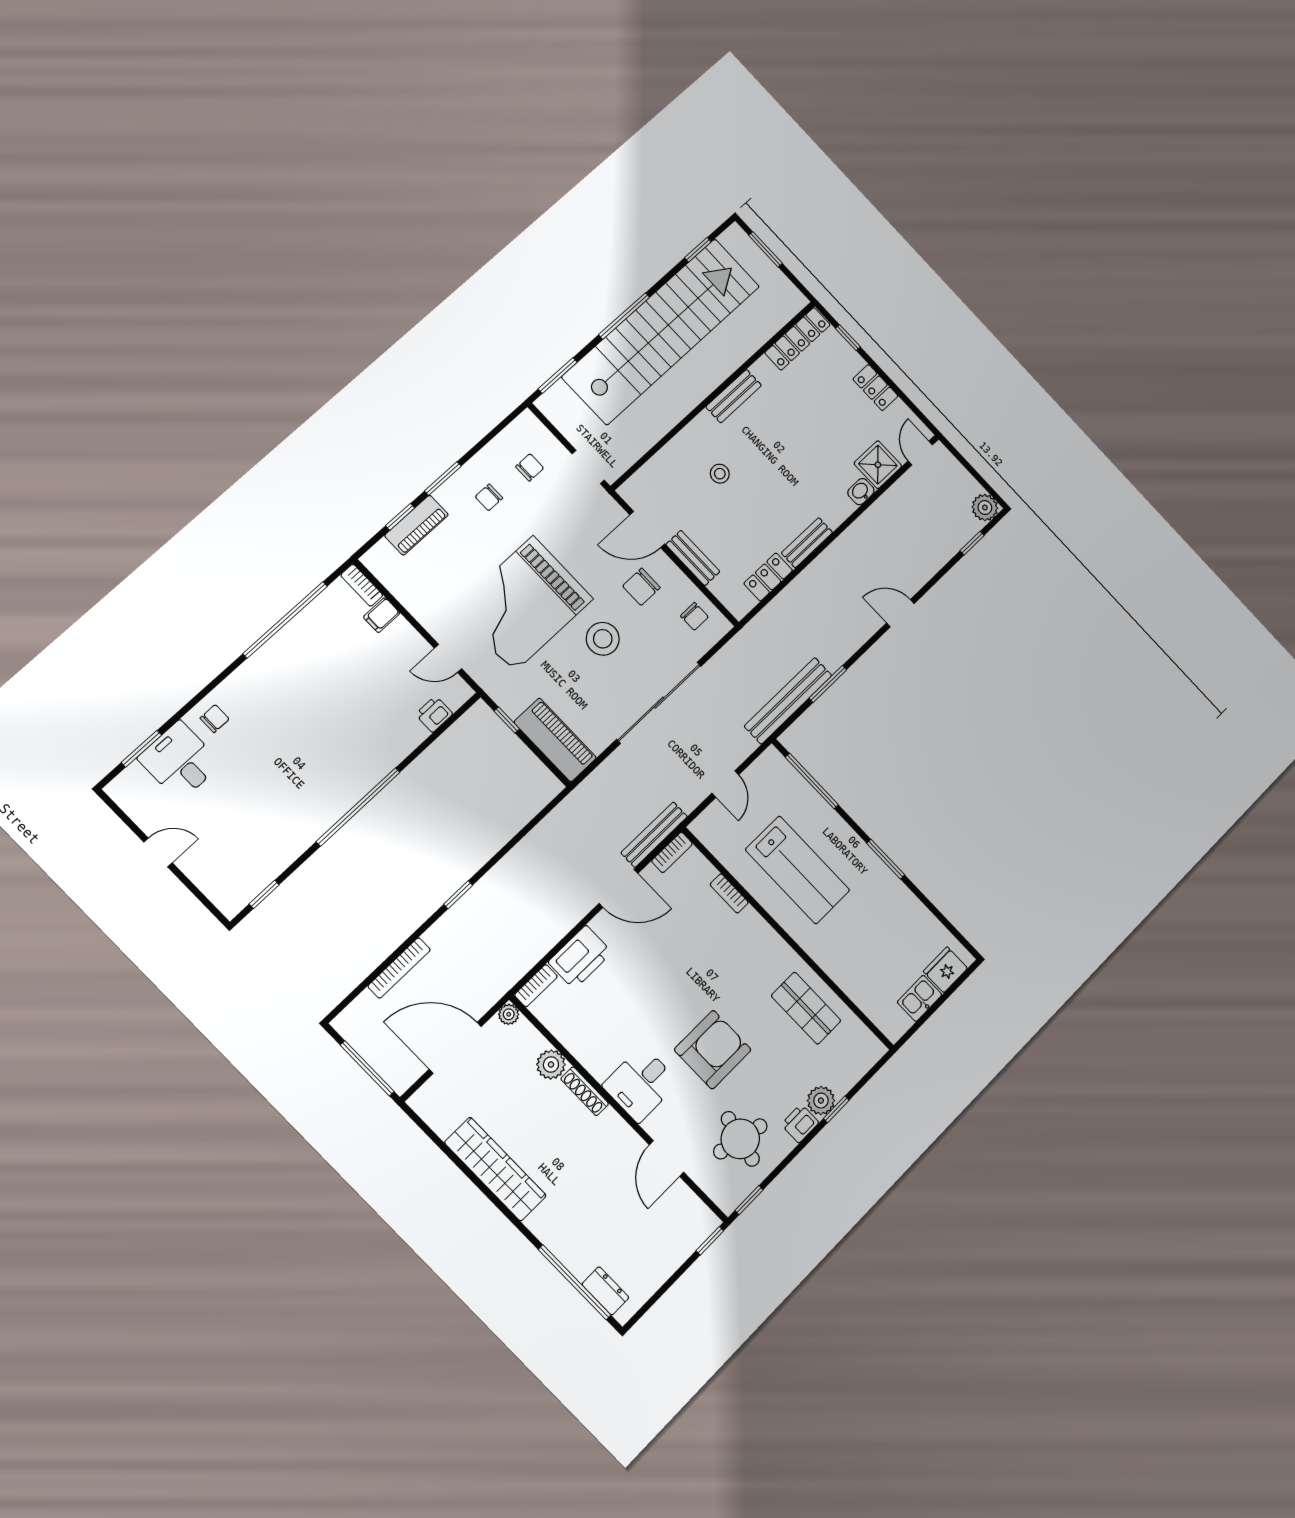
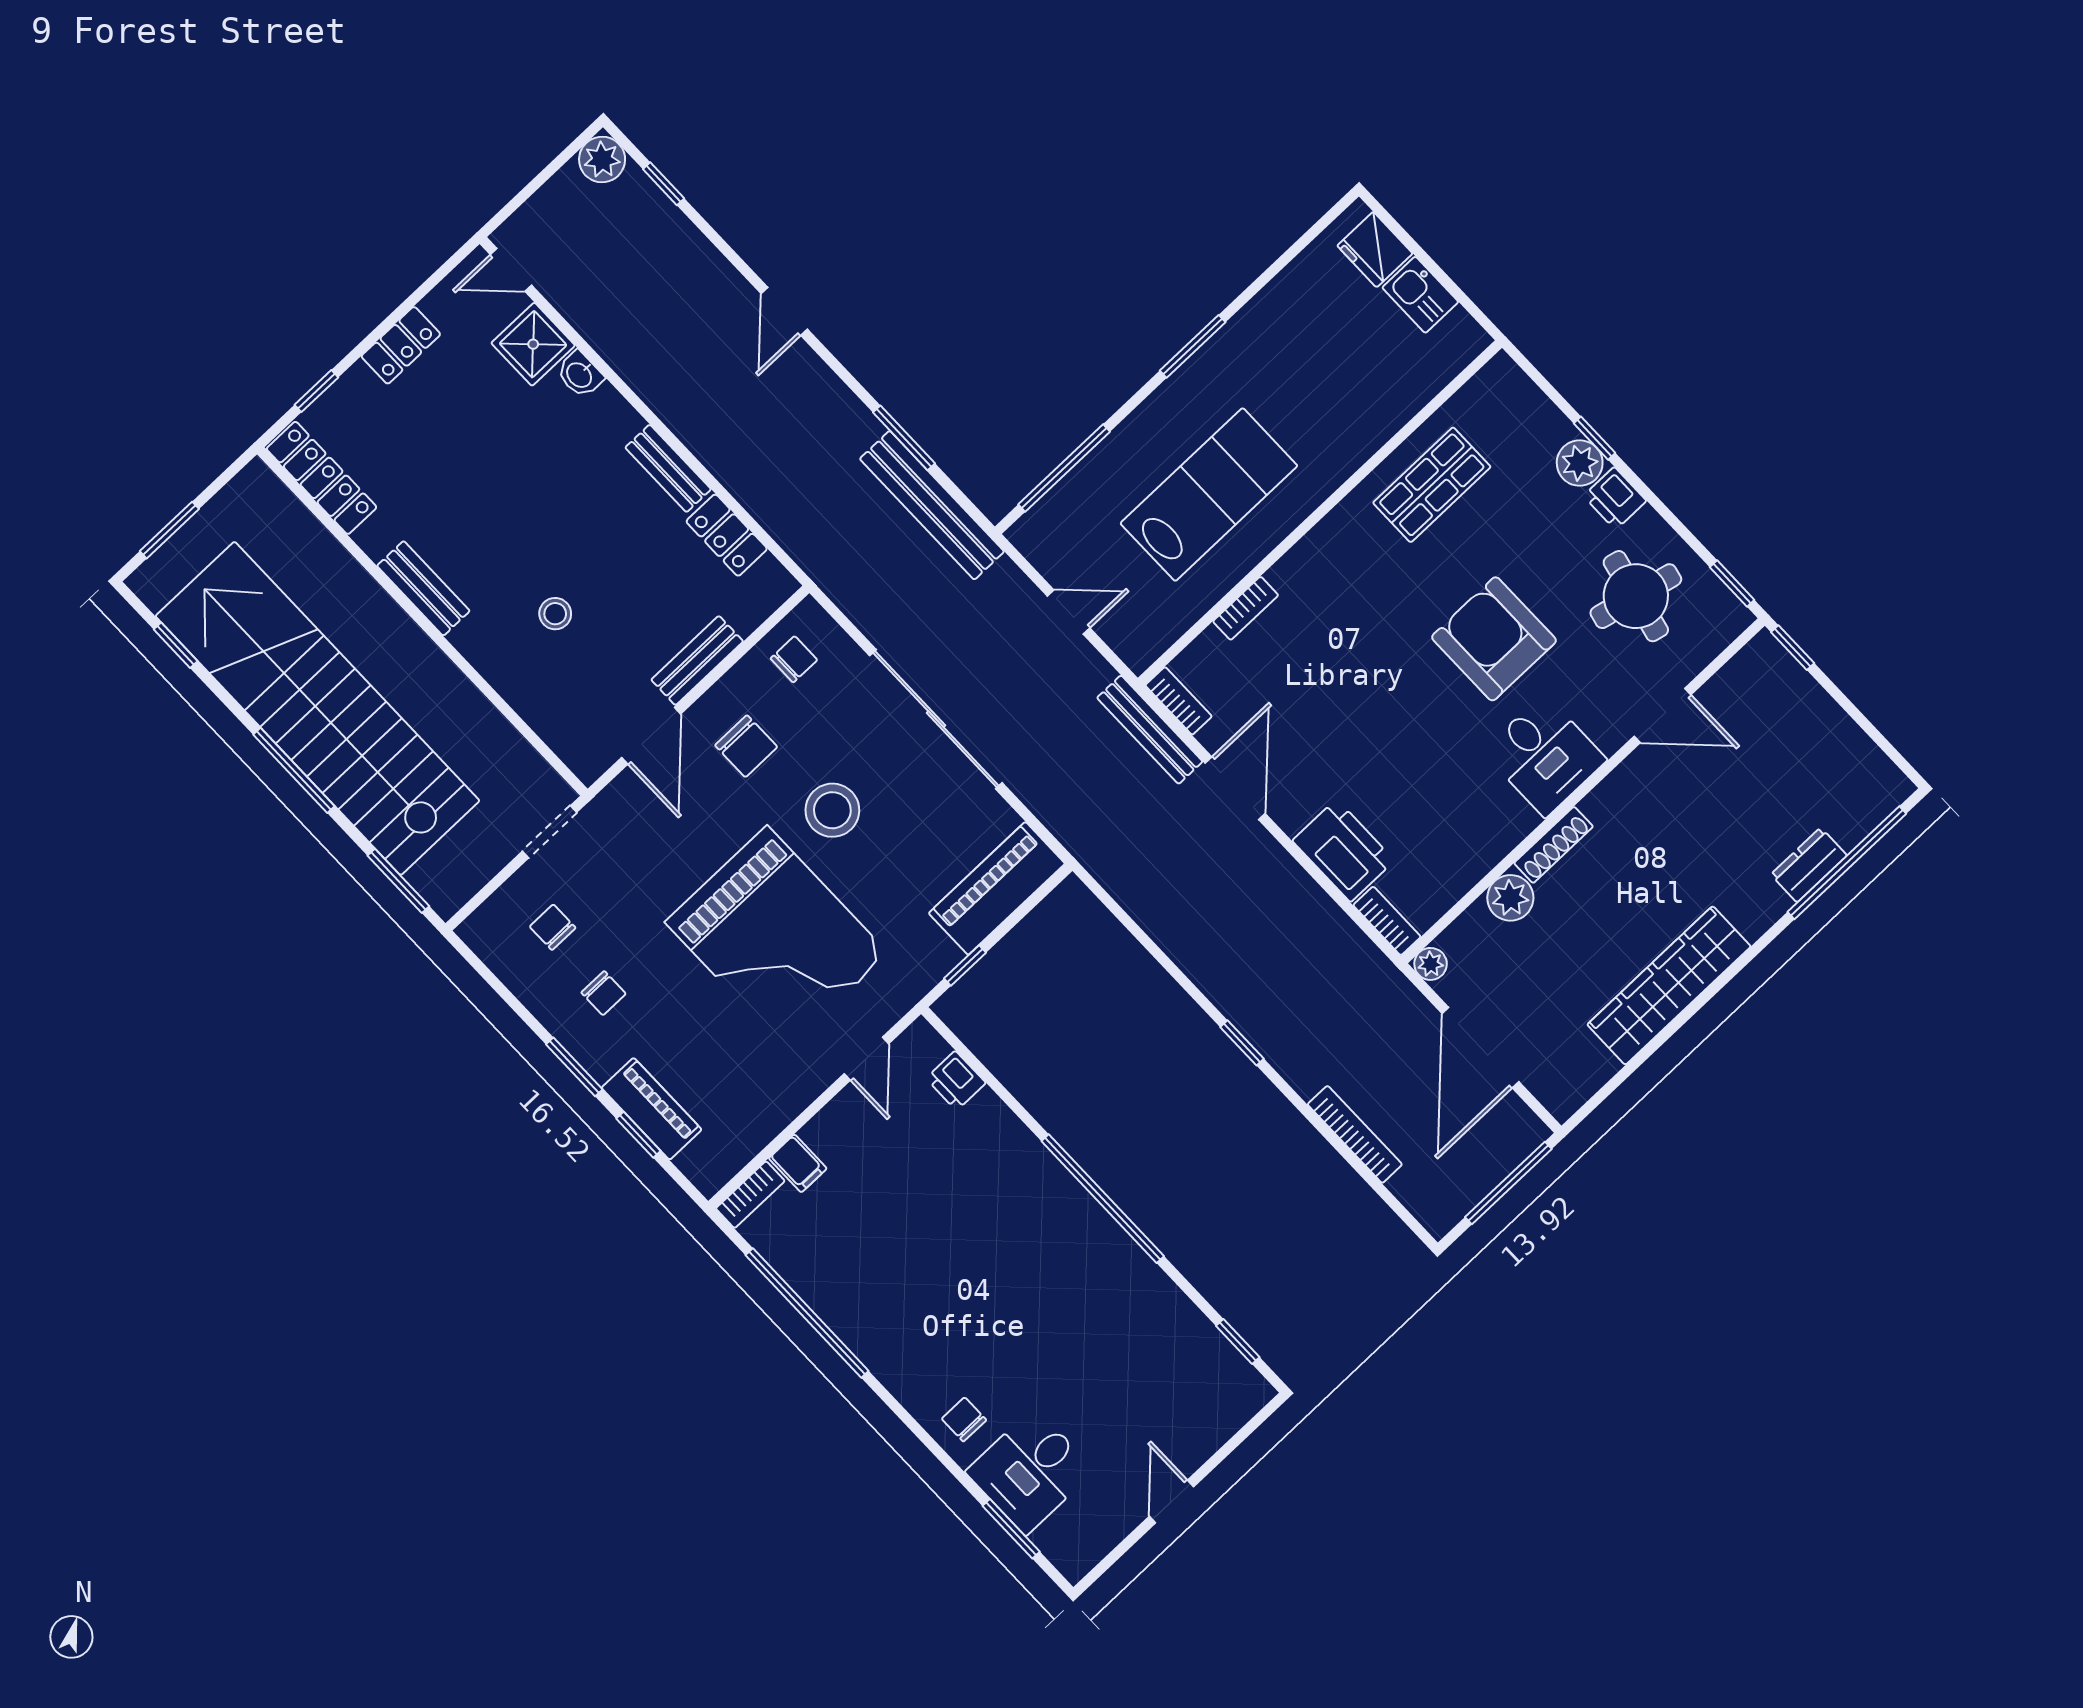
dresser: (605, 1291) -> (1809, 865), moved

